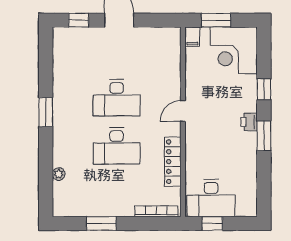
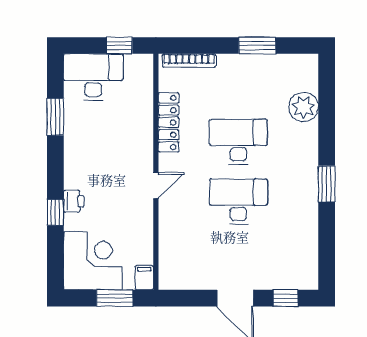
printer: (249, 122) -> (74, 201), moved
window: (264, 136) -> (55, 117), moved
plant: (59, 174) -> (304, 107), width x1.88, depth x1.88
desk: (211, 198) -> (93, 77), moved

